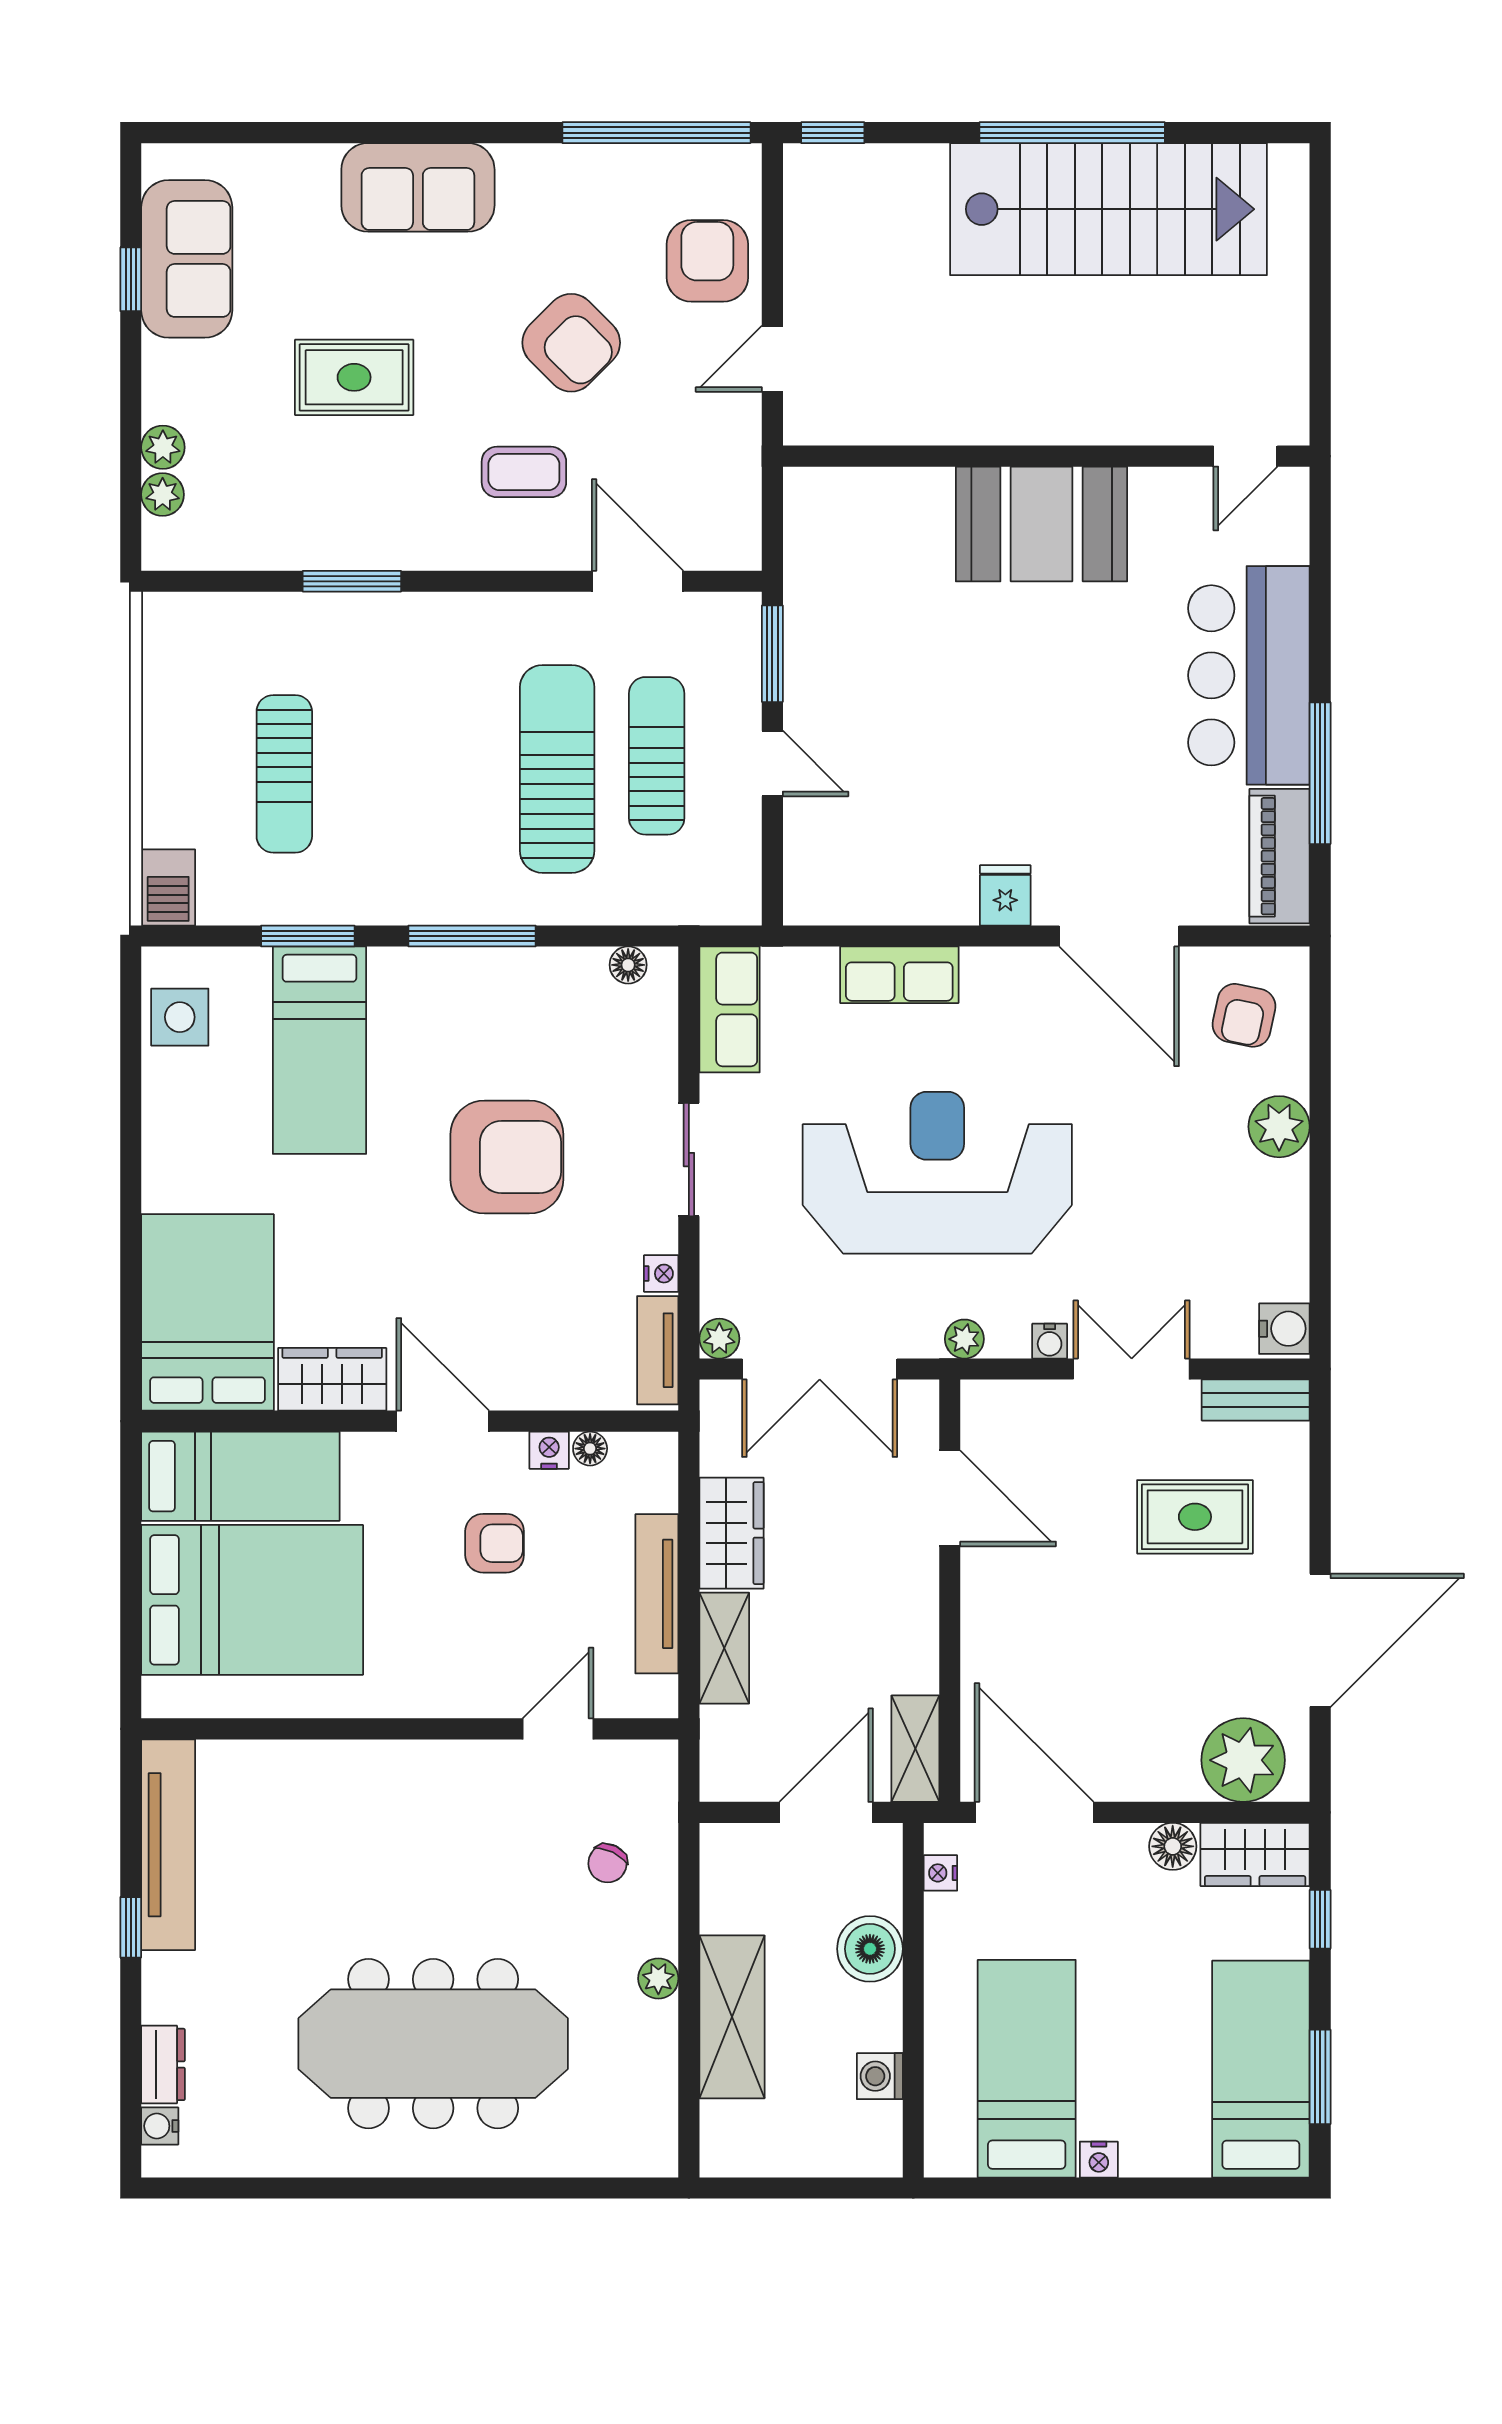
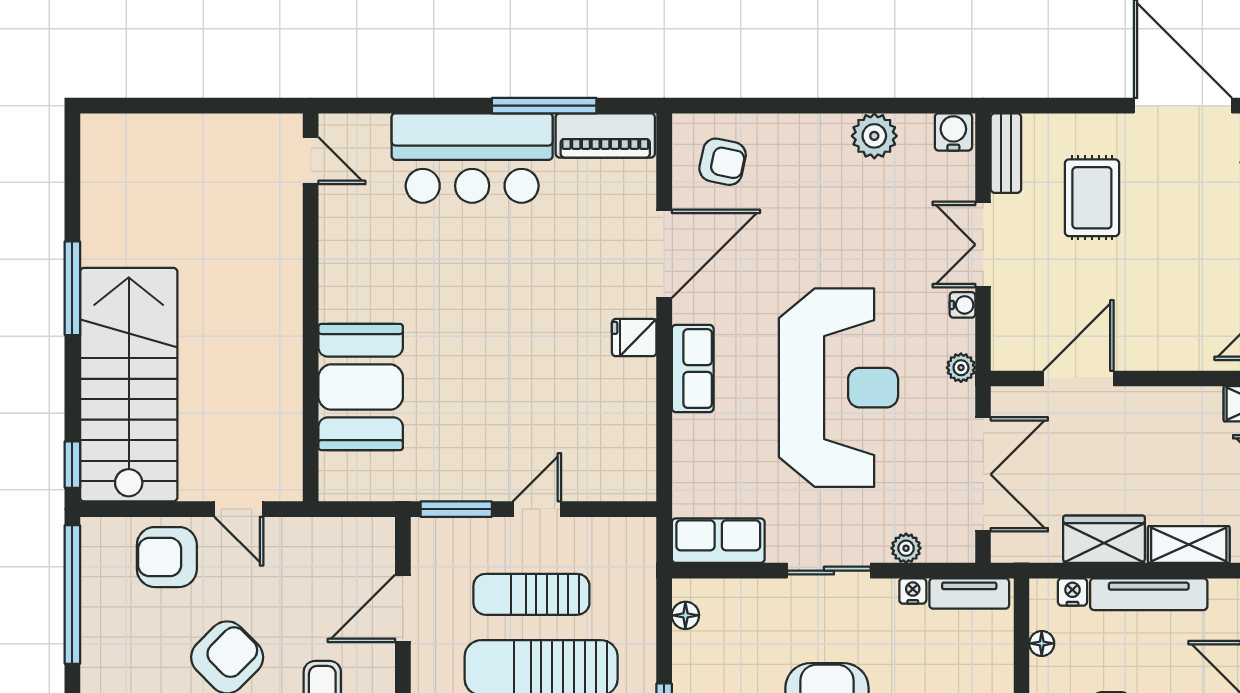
window: (1072, 133) -> (72, 288), width x0.68
stairs: (1108, 209) -> (129, 385), moved
booth: (1042, 524) -> (361, 387), moved
row of seats: (899, 975) -> (693, 369), moved
plant: (1279, 1127) -> (874, 136), moved
reception desk: (937, 1173) -> (838, 388), turned 180
plant: (719, 1339) -> (906, 548), moved
nightstand: (549, 1450) -> (1072, 592), moved, turned 90

